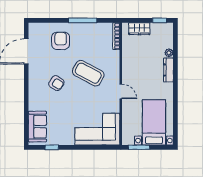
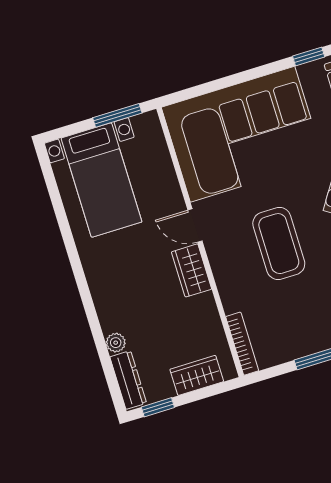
dresser: (168, 70) -> (128, 380), moved
coffee table: (88, 73) -> (279, 244), turned 62
wardrobe: (128, 73) -> (192, 270), added
corner sofa: (97, 129) -> (243, 134), width x1.36, depth x1.36

